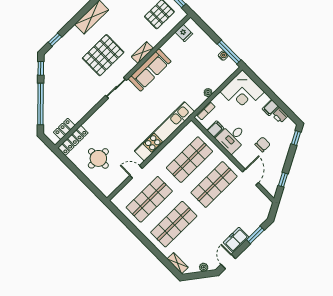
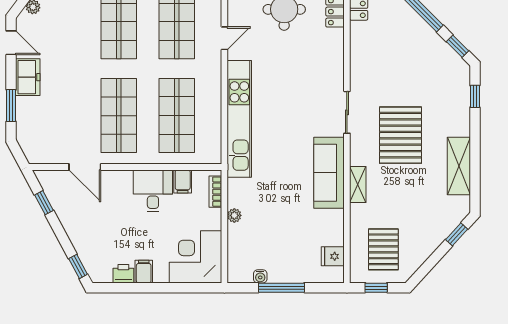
window: (229, 52) -> (281, 288), moved
chair: (263, 144) -> (109, 219), removed

